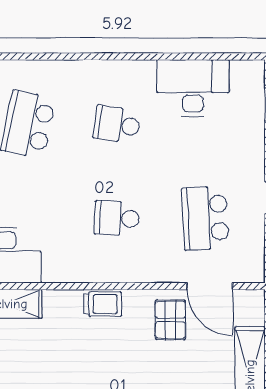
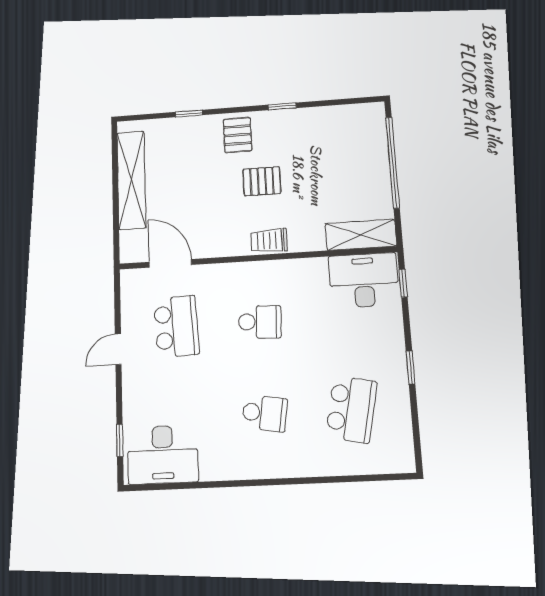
desk: (193, 88) -> (163, 455), moved
pallet: (170, 320) -> (262, 181), moved, turned 90

